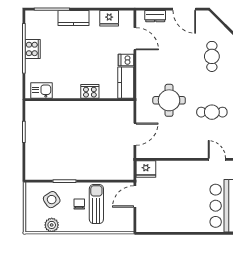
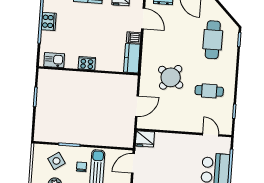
cafe table: (212, 56) -> (213, 40), width x1.37, depth x1.35
cooker: (90, 91) -> (87, 63), moved
round table: (169, 100) -> (171, 77), turned 38

